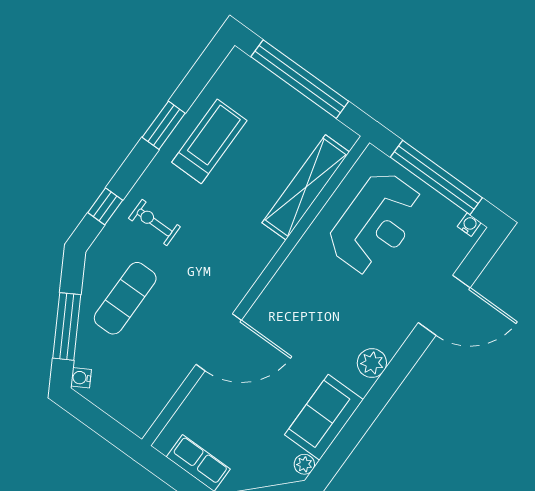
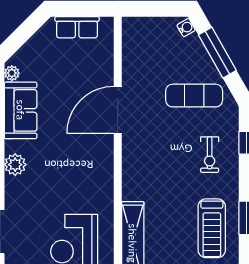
exercise bike: (154, 222) -> (210, 155), turned 90
exercise mat: (125, 298) -> (194, 96), turned 90

